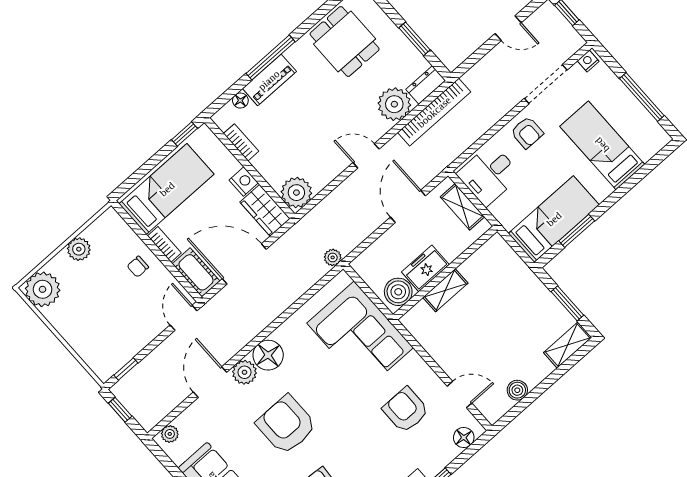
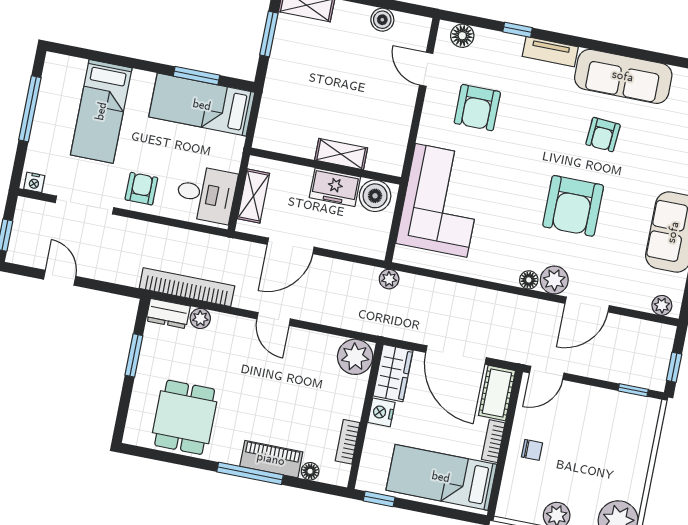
plant: (394, 104) -> (200, 318), width x0.53, depth x0.53
floor lamp: (268, 355) -> (529, 280), width x0.53, depth x0.53

